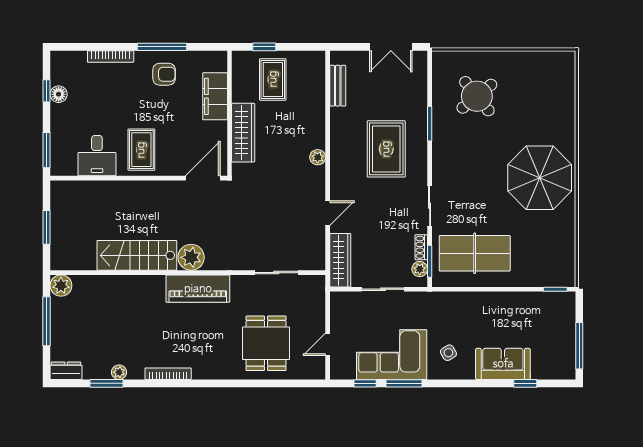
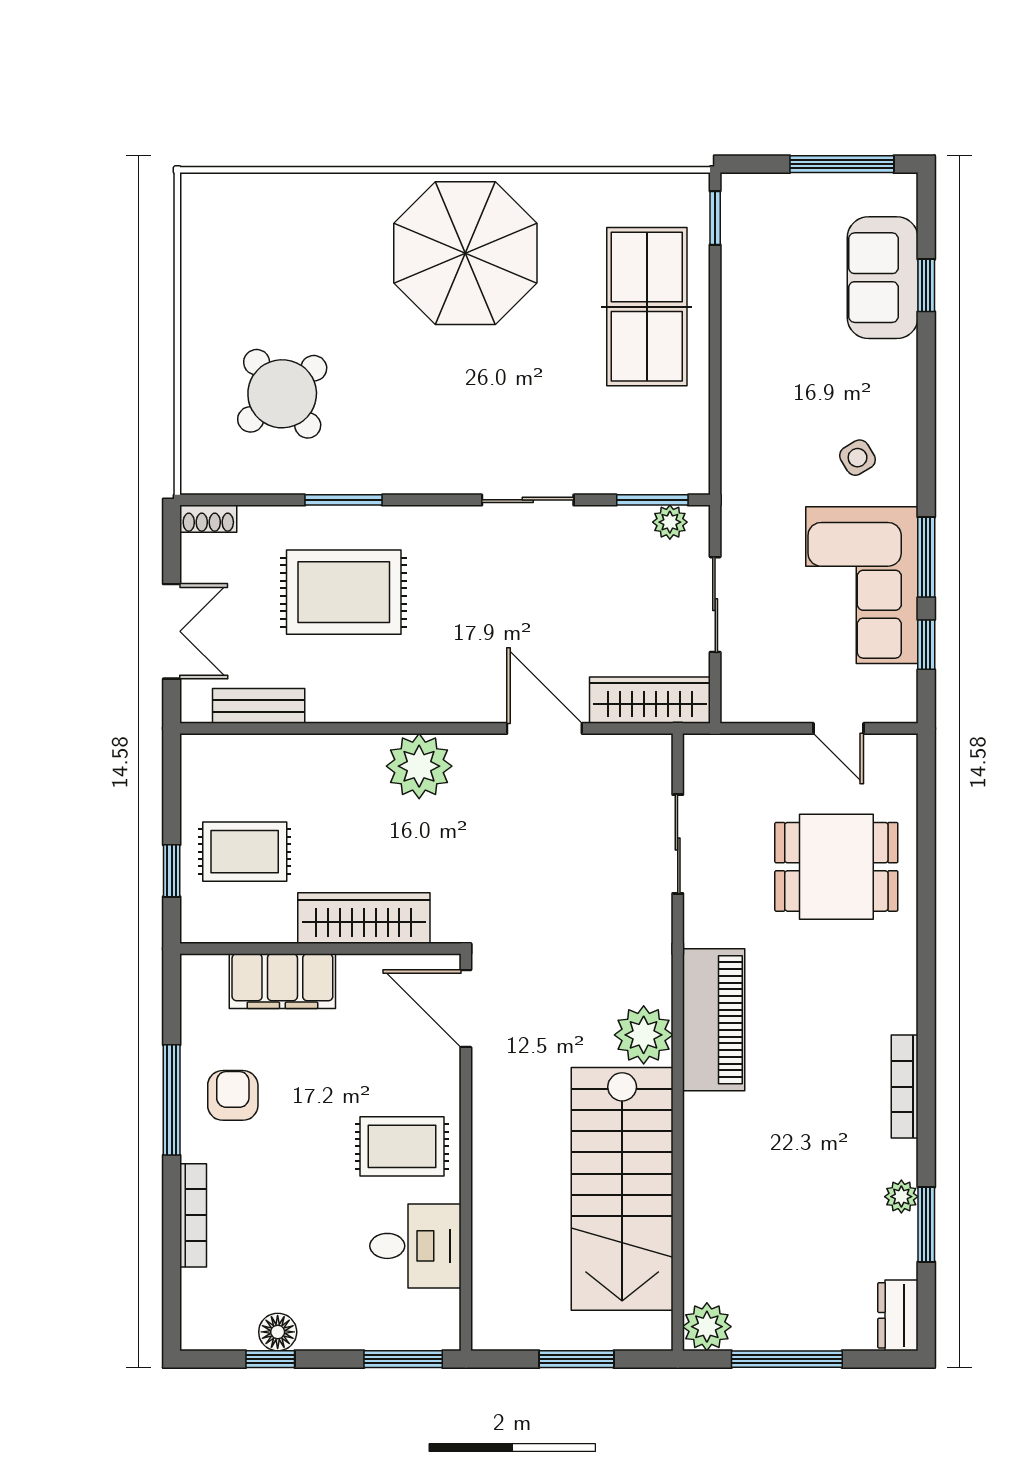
double door: (391, 47) -> (172, 631), moved
rug: (386, 149) -> (344, 592), moved
plant: (318, 157) -> (419, 766), width x1.87, depth x1.87
door: (328, 213) -> (544, 728), width x1.38
shoe rack: (421, 247) -> (208, 519), moved
table tennis table: (475, 253) -> (647, 307), moved
stairs: (137, 255) -> (622, 1189), width x1.36, depth x1.51
sofa: (503, 364) -> (883, 278), moved

